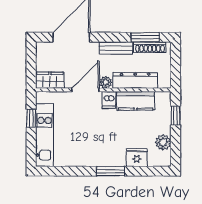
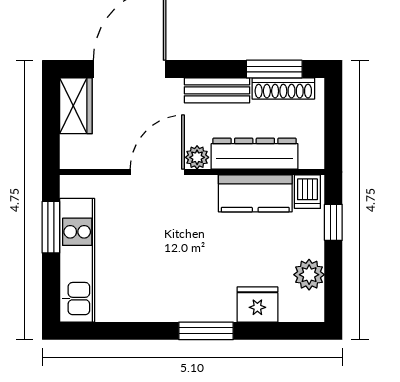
wardrobe: (50, 80) -> (76, 106), moved, turned 90
dishwasher: (109, 100) -> (307, 192), moved
window: (31, 118) -> (51, 227), width x1.50

